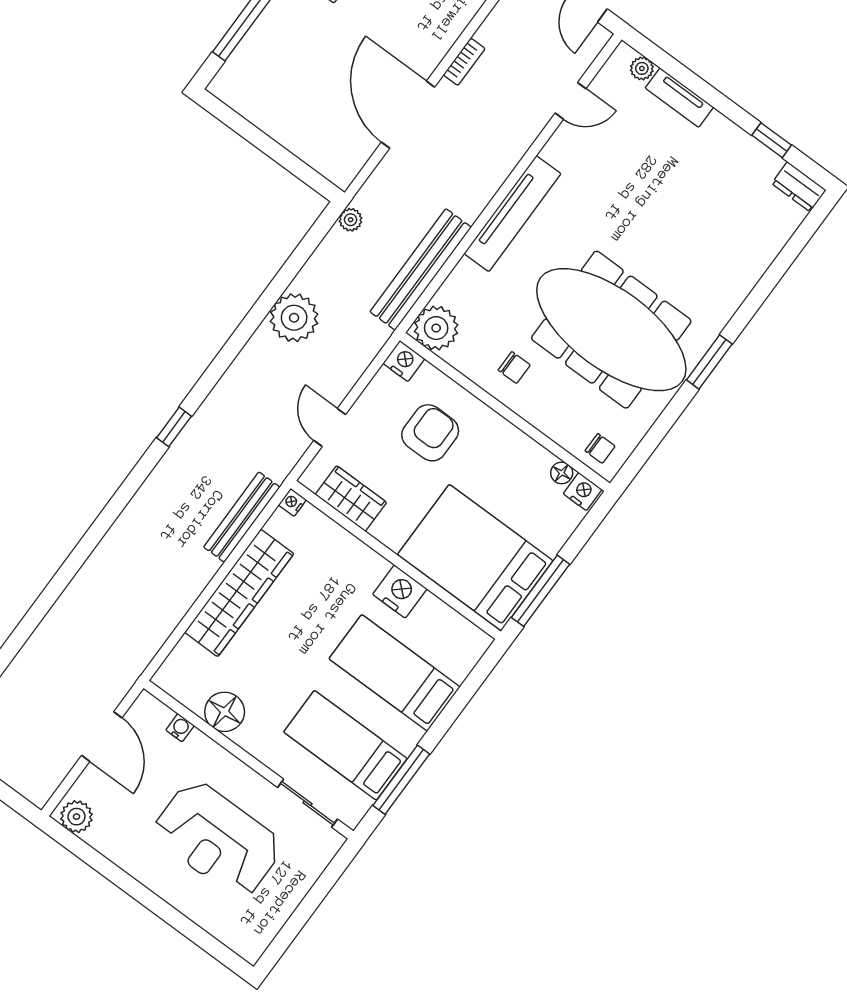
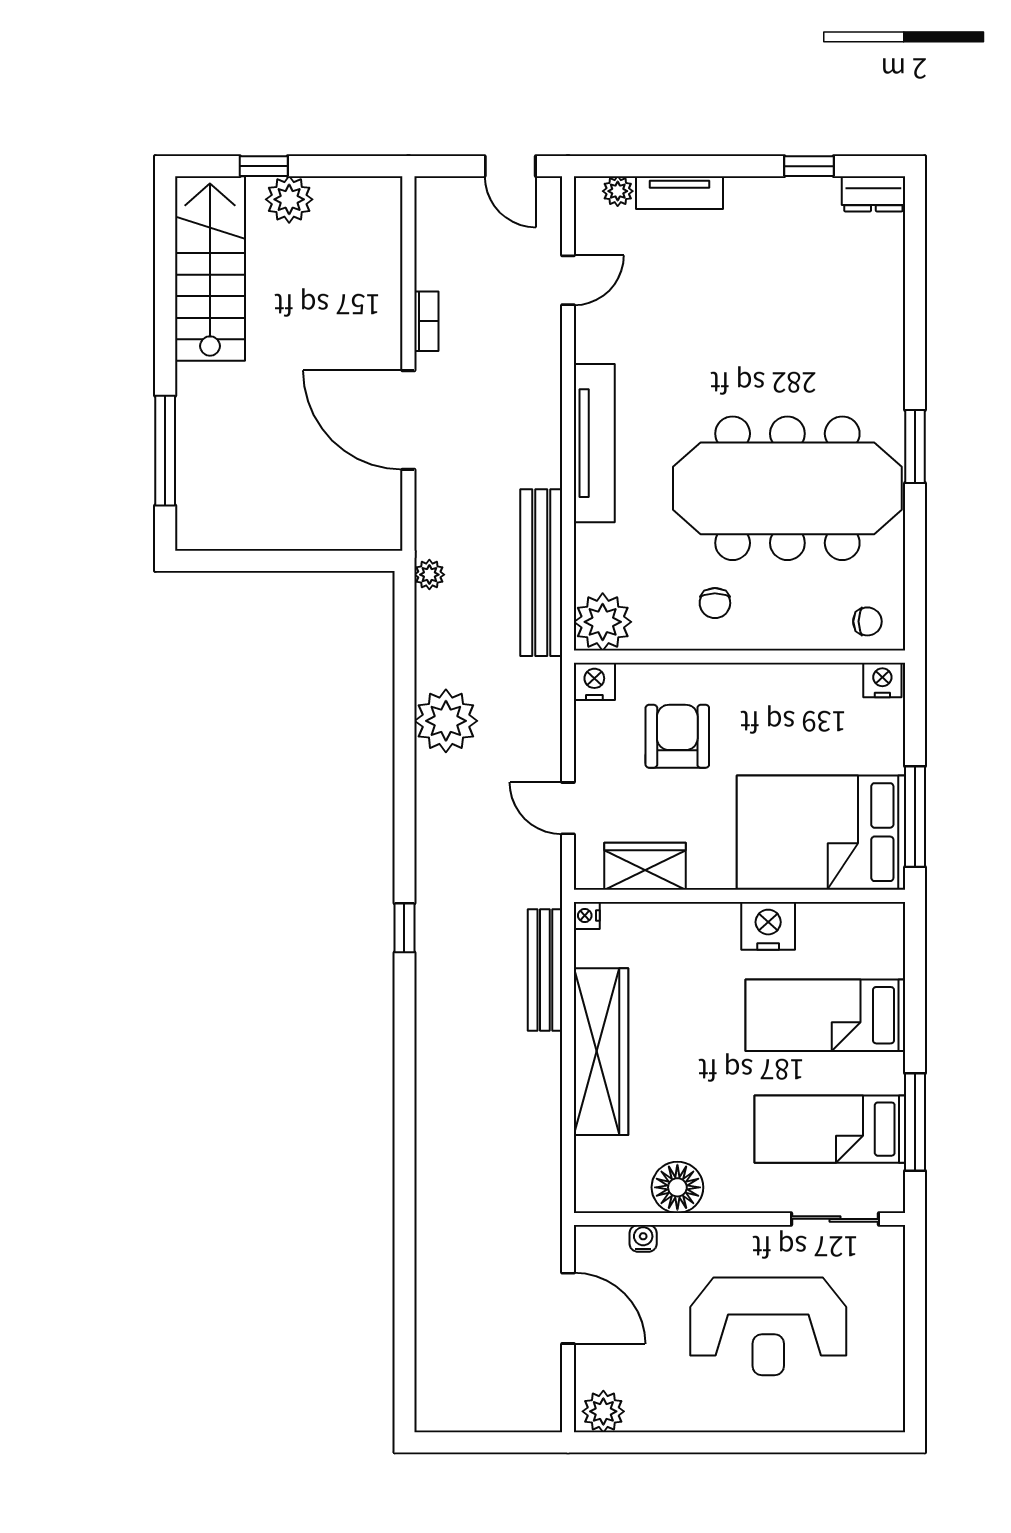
chair: (514, 368) -> (715, 603), turned 90
floor lamp: (562, 473) -> (846, 677), removed

